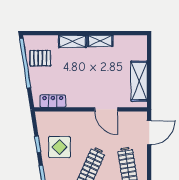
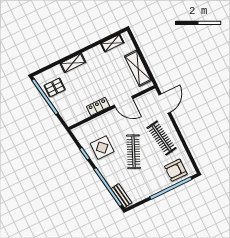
shelving: (100, 41) -> (112, 43), moved
locker: (53, 101) -> (98, 107), moved

